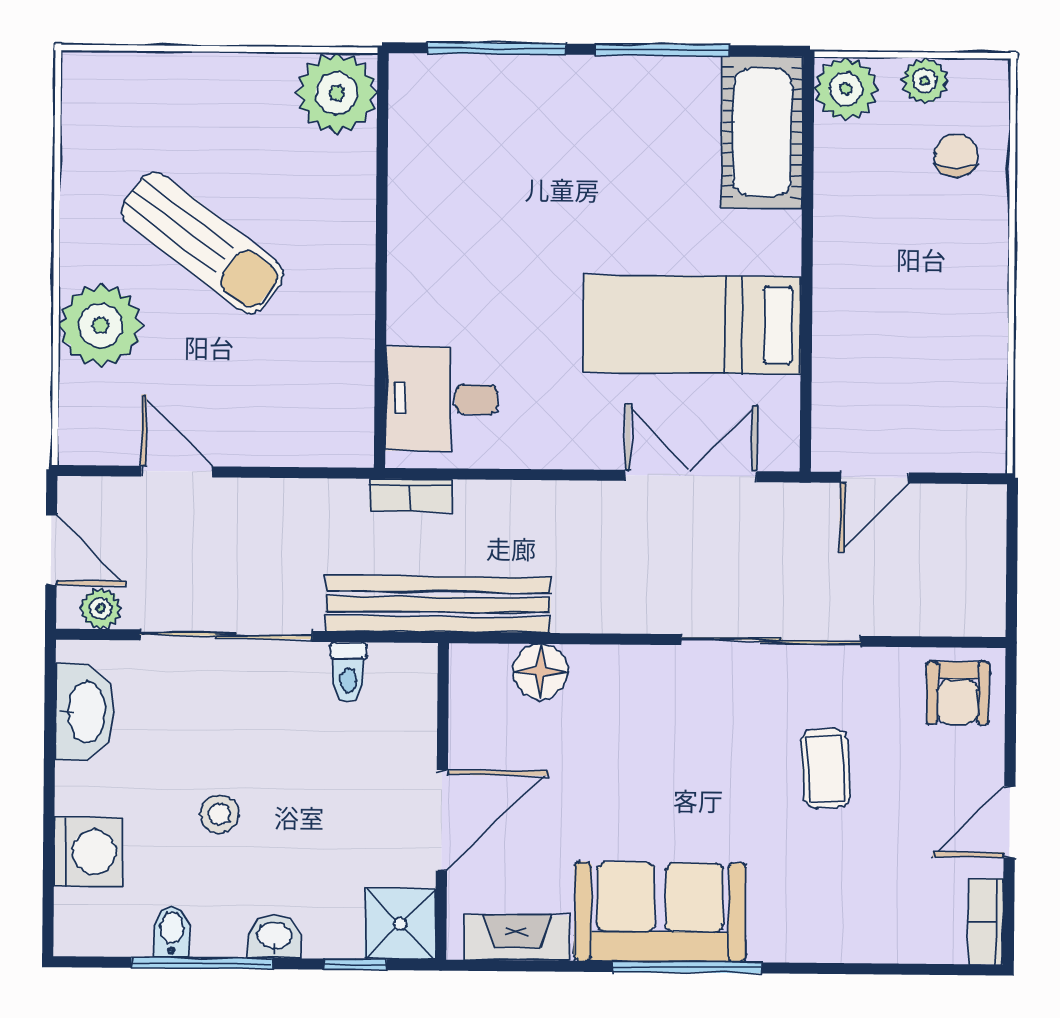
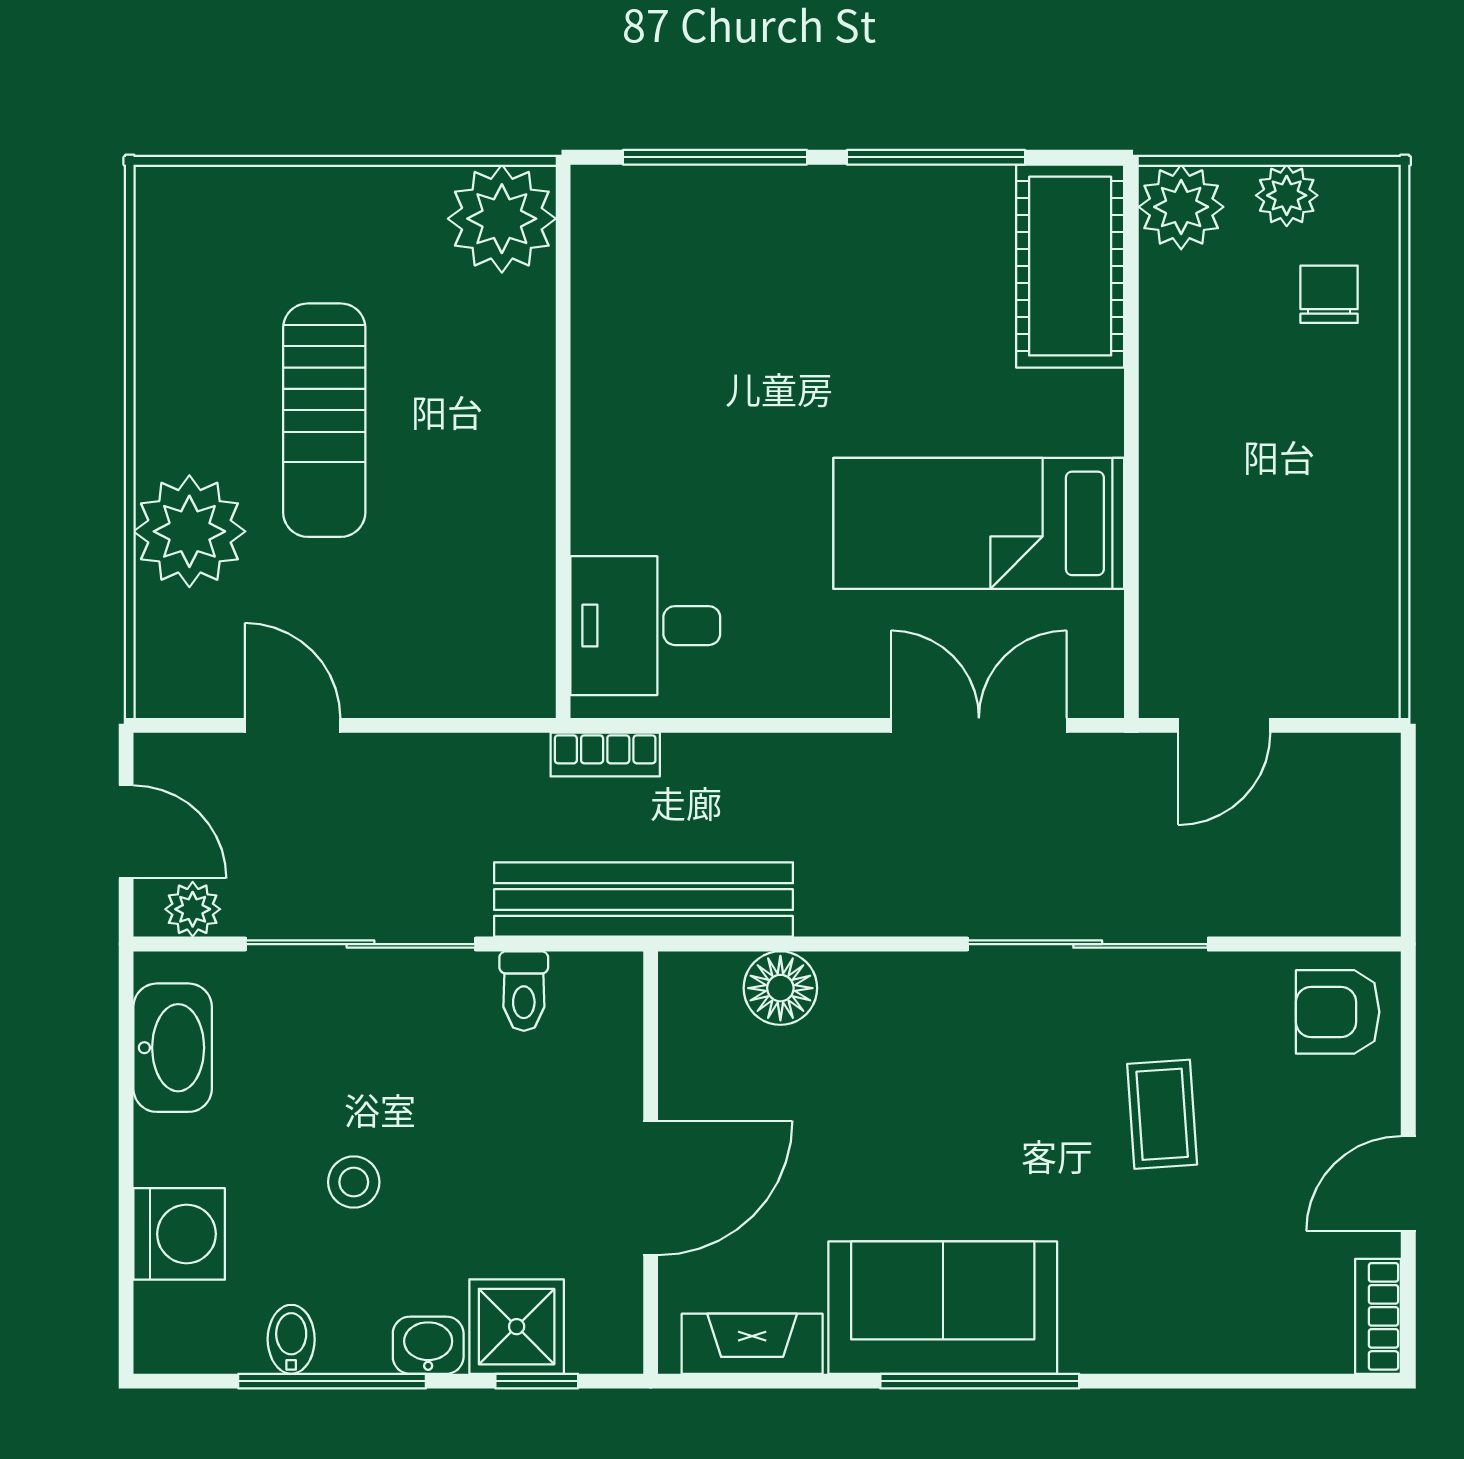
sun lounger: (202, 243) -> (324, 420), turned 53
armchair: (958, 693) -> (1338, 1012), turned 90
shower: (400, 924) -> (517, 1327), moved

